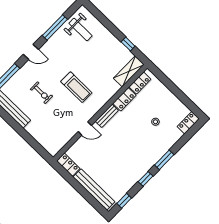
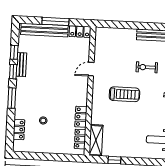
treadmill: (76, 87) -> (124, 94), turned 180
bench: (107, 116) -> (21, 65), moved
locker: (188, 123) -> (19, 130), moved
window: (80, 189) -> (55, 21), added
window: (124, 201) -> (14, 52), moved

